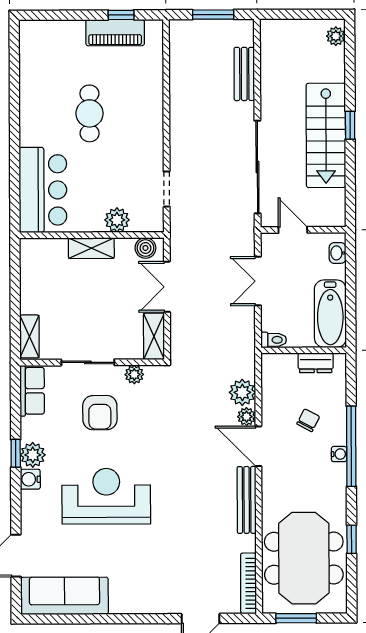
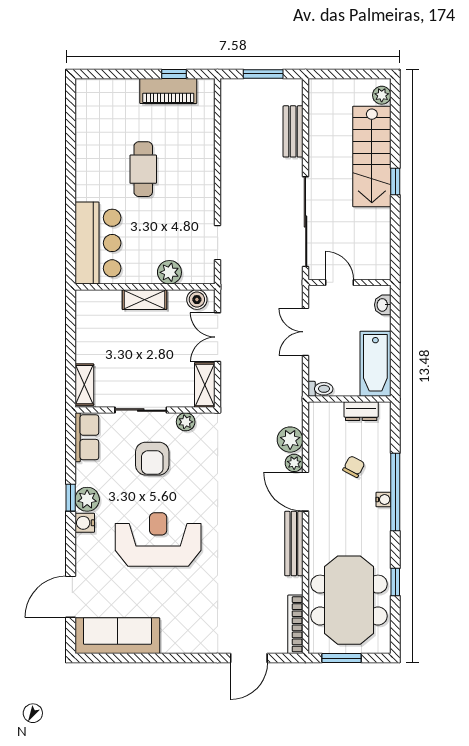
stairs: (326, 135) -> (372, 156), moved

